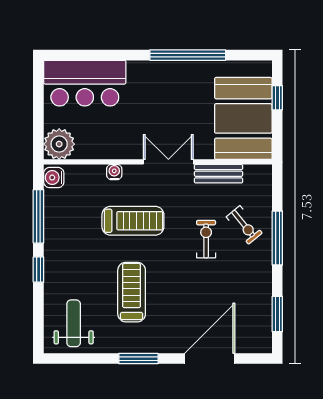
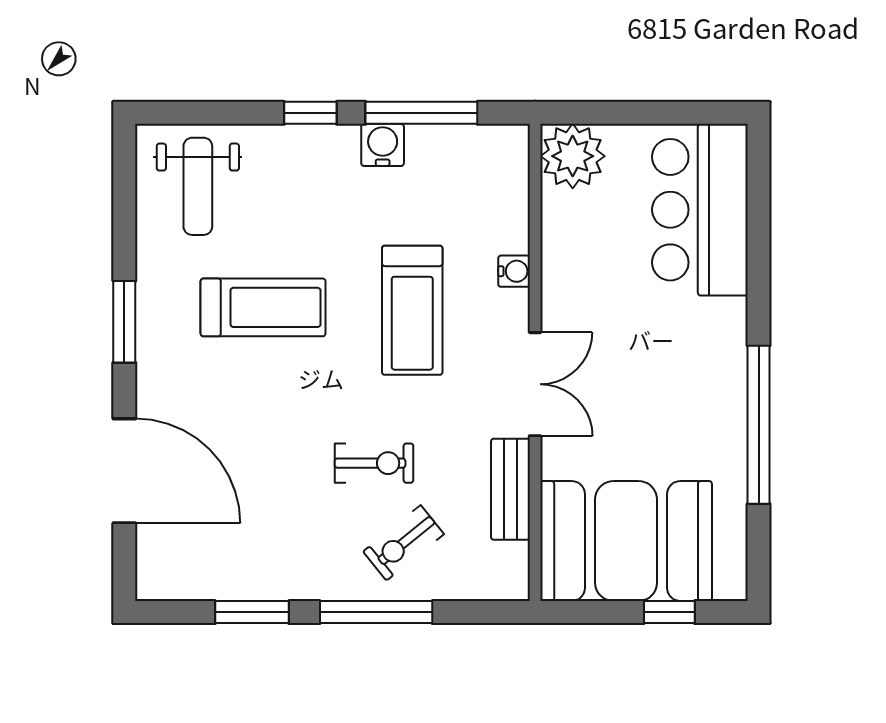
water cooler: (54, 178) -> (383, 145), moved
window: (277, 314) -> (252, 612), moved
weight bench: (74, 323) -> (198, 186), turned 90

